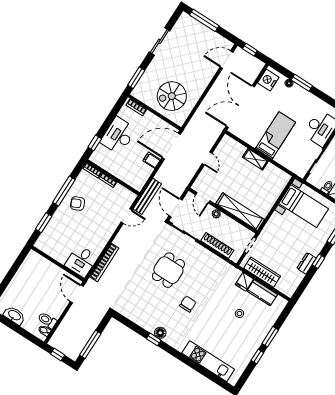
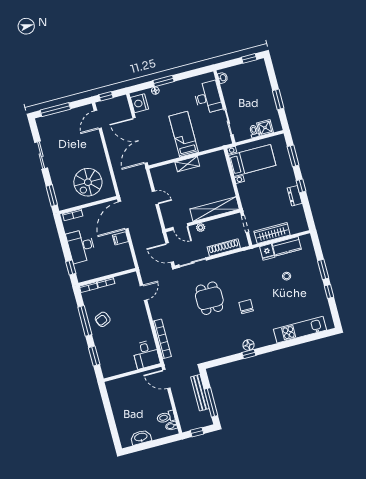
bench: (147, 196) -> (200, 393), moved

